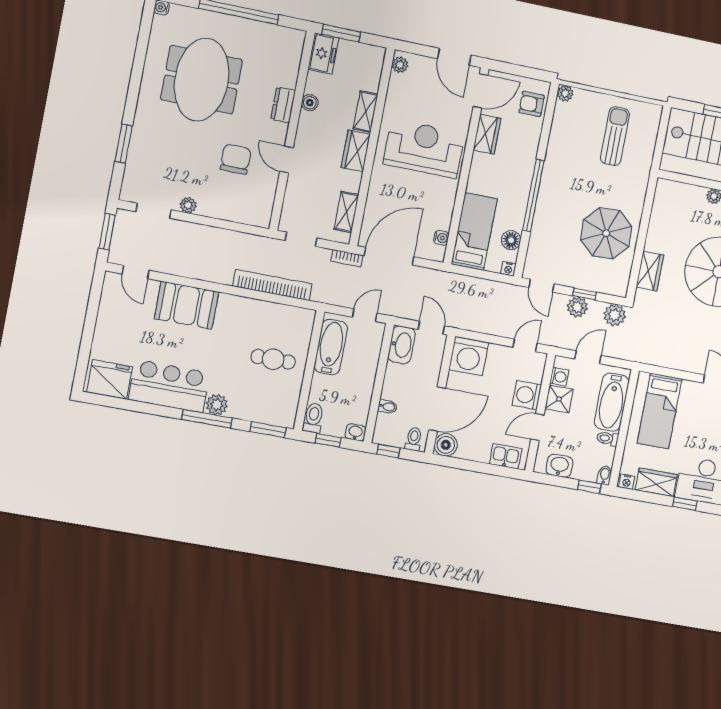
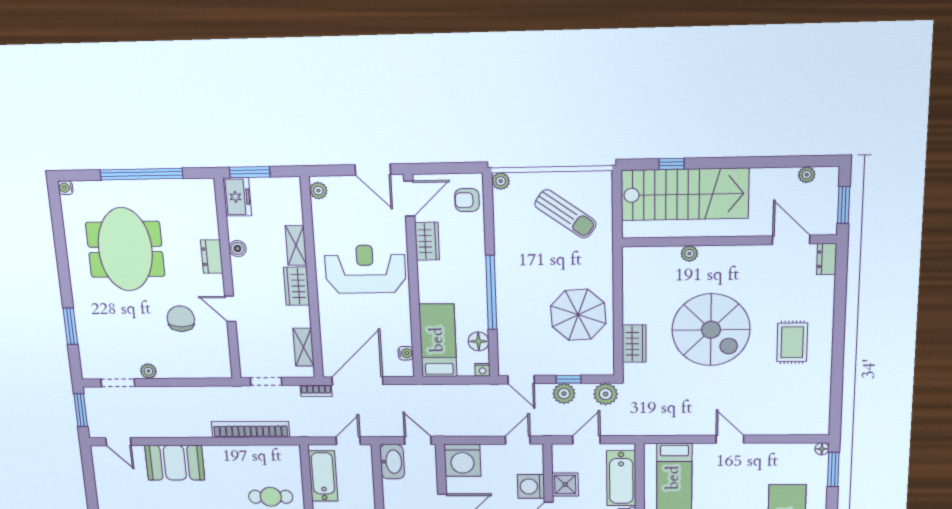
sun lounger: (615, 136) -> (565, 214), turned 126
washing machine: (559, 377) -> (560, 464), removed

